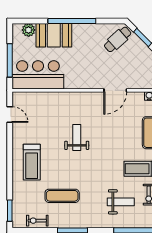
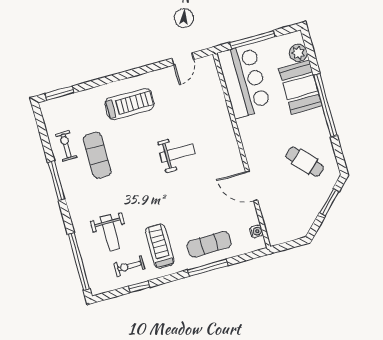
cafe table: (118, 39) -> (305, 162), moved
treadmill: (32, 162) -> (129, 104), turned 180
exercise bike: (37, 221) -> (66, 146), moved

